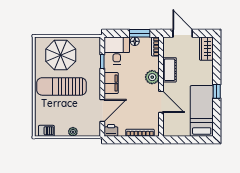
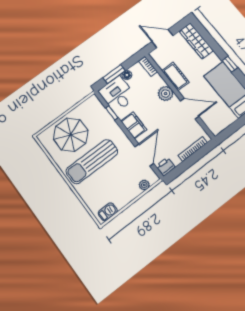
window: (140, 33) -> (114, 74), moved
wardrobe: (206, 49) -> (196, 41), width x1.50
plant: (73, 132) -> (144, 185), moved

